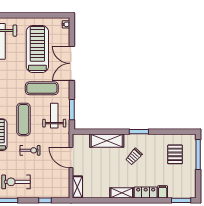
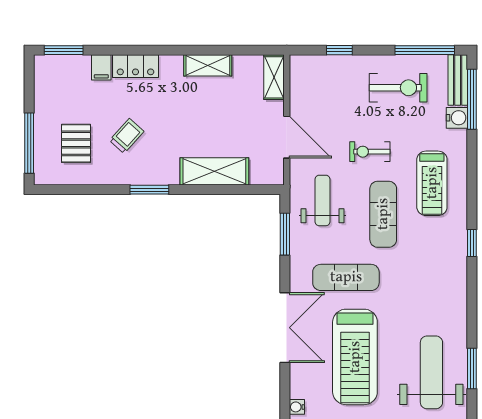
weight bench: (54, 116) -> (323, 200), moved, turned 180
trolley: (134, 156) -> (127, 136), moved
shelving: (122, 193) -> (208, 65), moved

